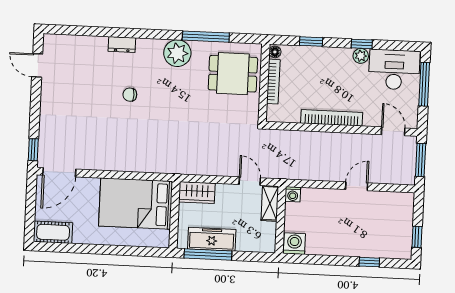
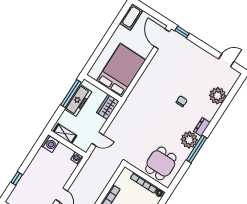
window: (206, 37) -> (197, 149), moved
dresser: (122, 45) -> (202, 127), moved
plant: (93, 49) -> (218, 96), added
shelving: (270, 203) -> (65, 134), moved

